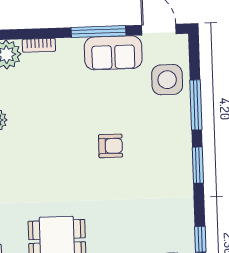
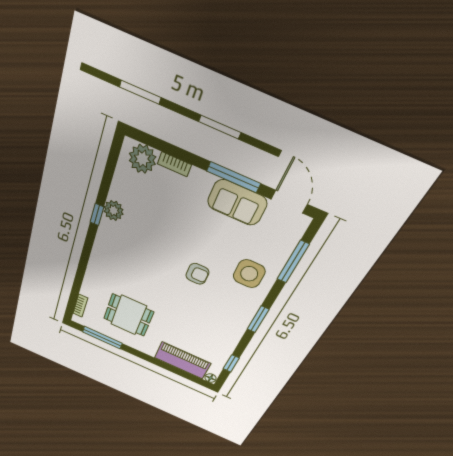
side table: (167, 80) -> (249, 274), moved
window: (196, 105) -> (293, 262), moved

